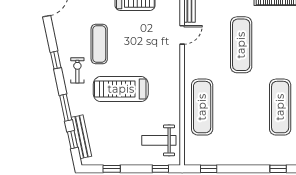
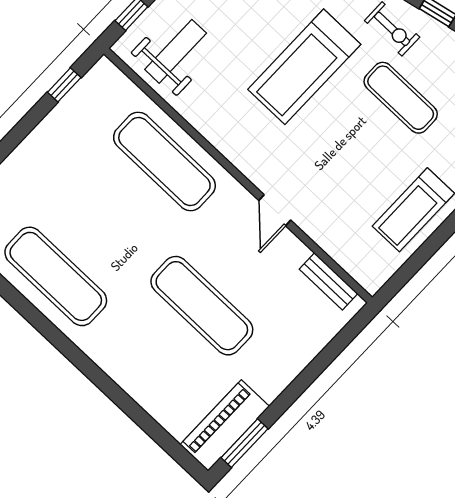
door: (182, 35) -> (275, 210), moved
treadmill: (121, 89) -> (304, 67), turned 180

